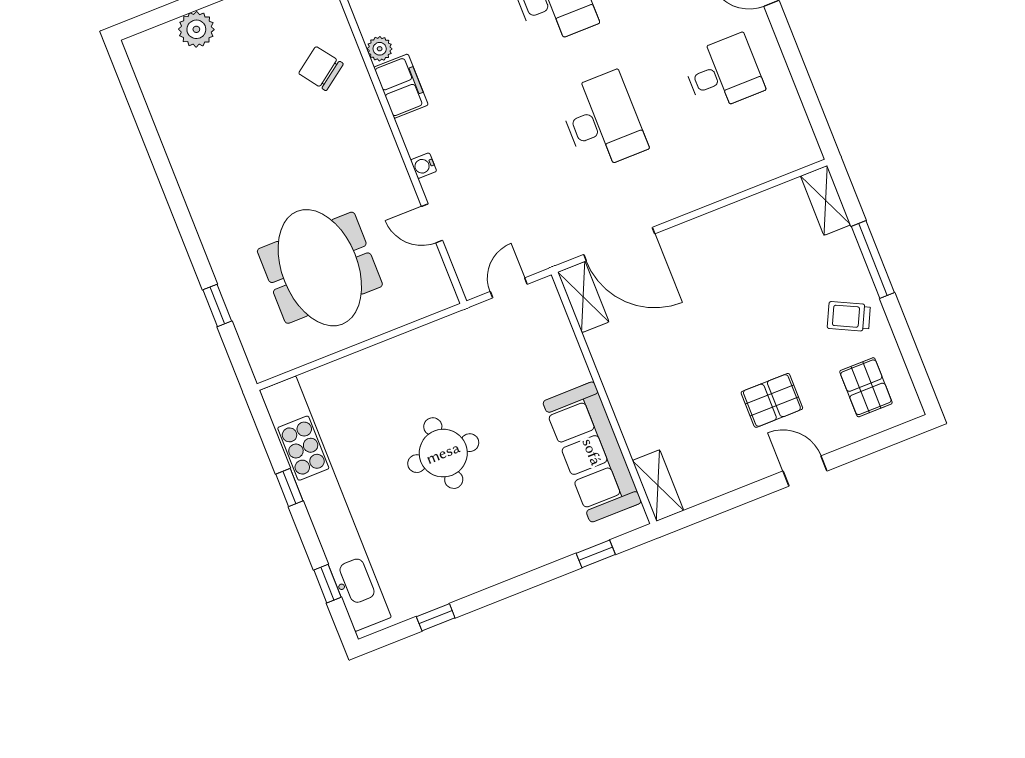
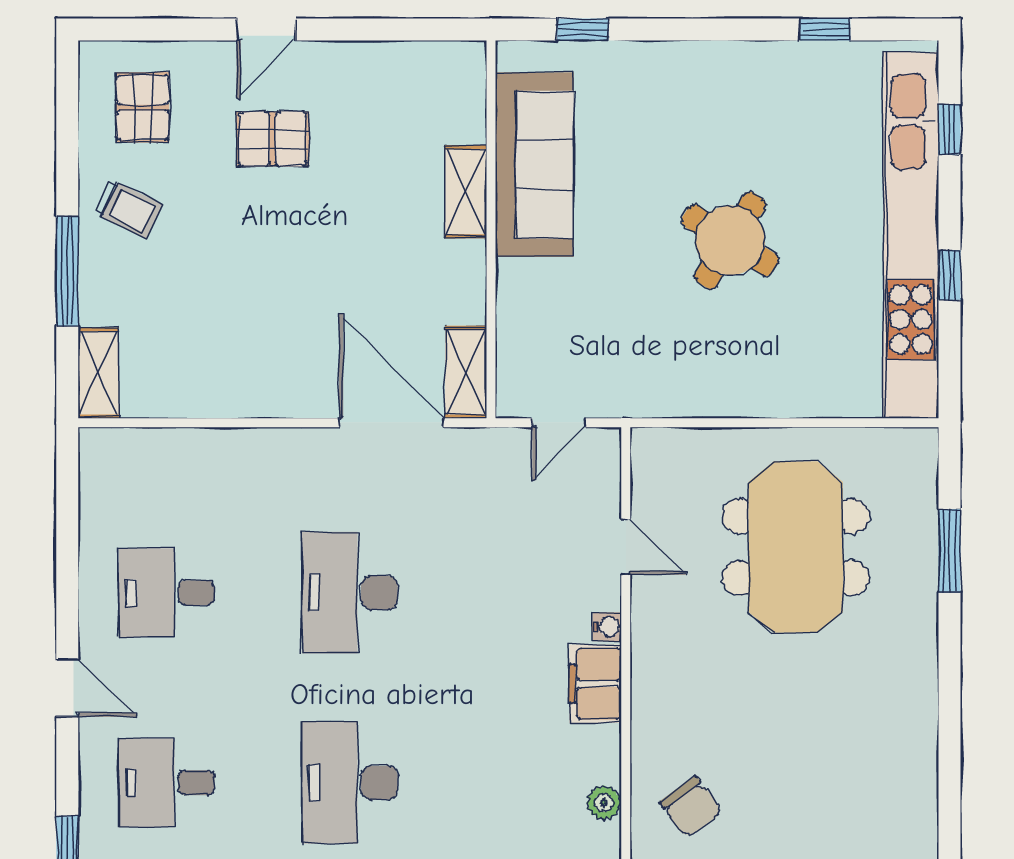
filing cabinet: (401, 86) -> (595, 684), moved
window: (217, 305) -> (949, 551), width x1.50
round table: (443, 453) -> (730, 240), turned 32
door: (805, 471) -> (266, 29), hinge flipped
shelving: (658, 486) -> (466, 192), moved

